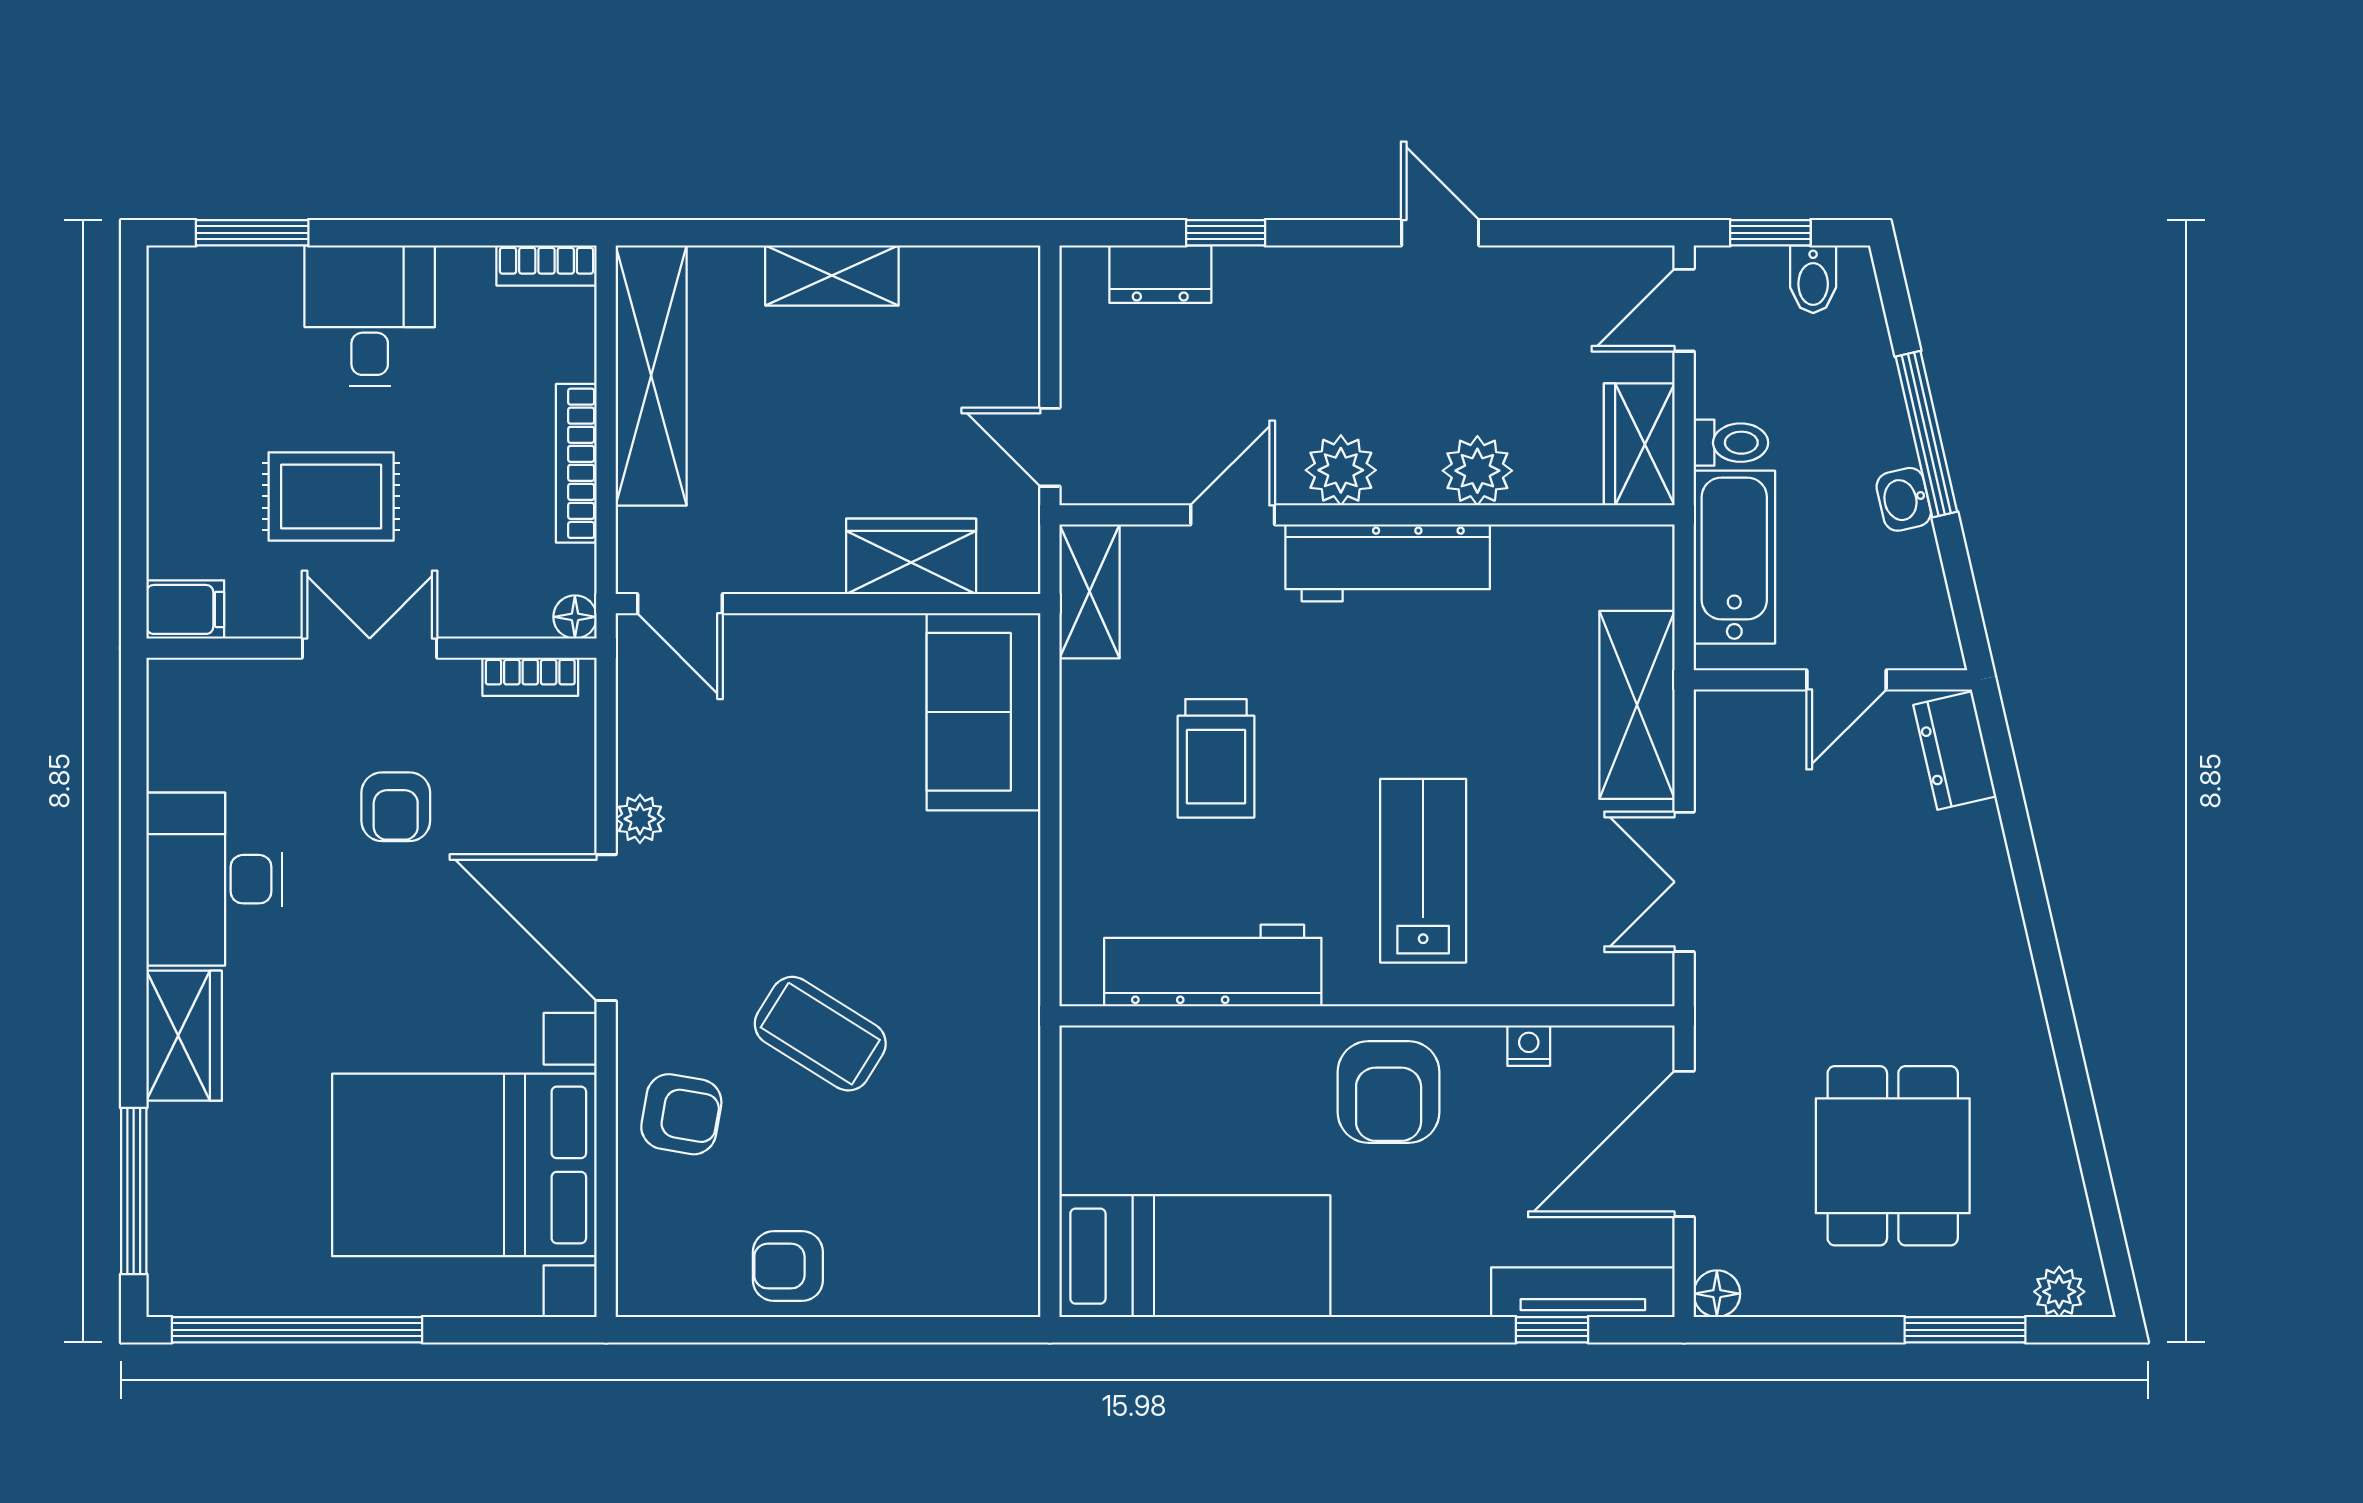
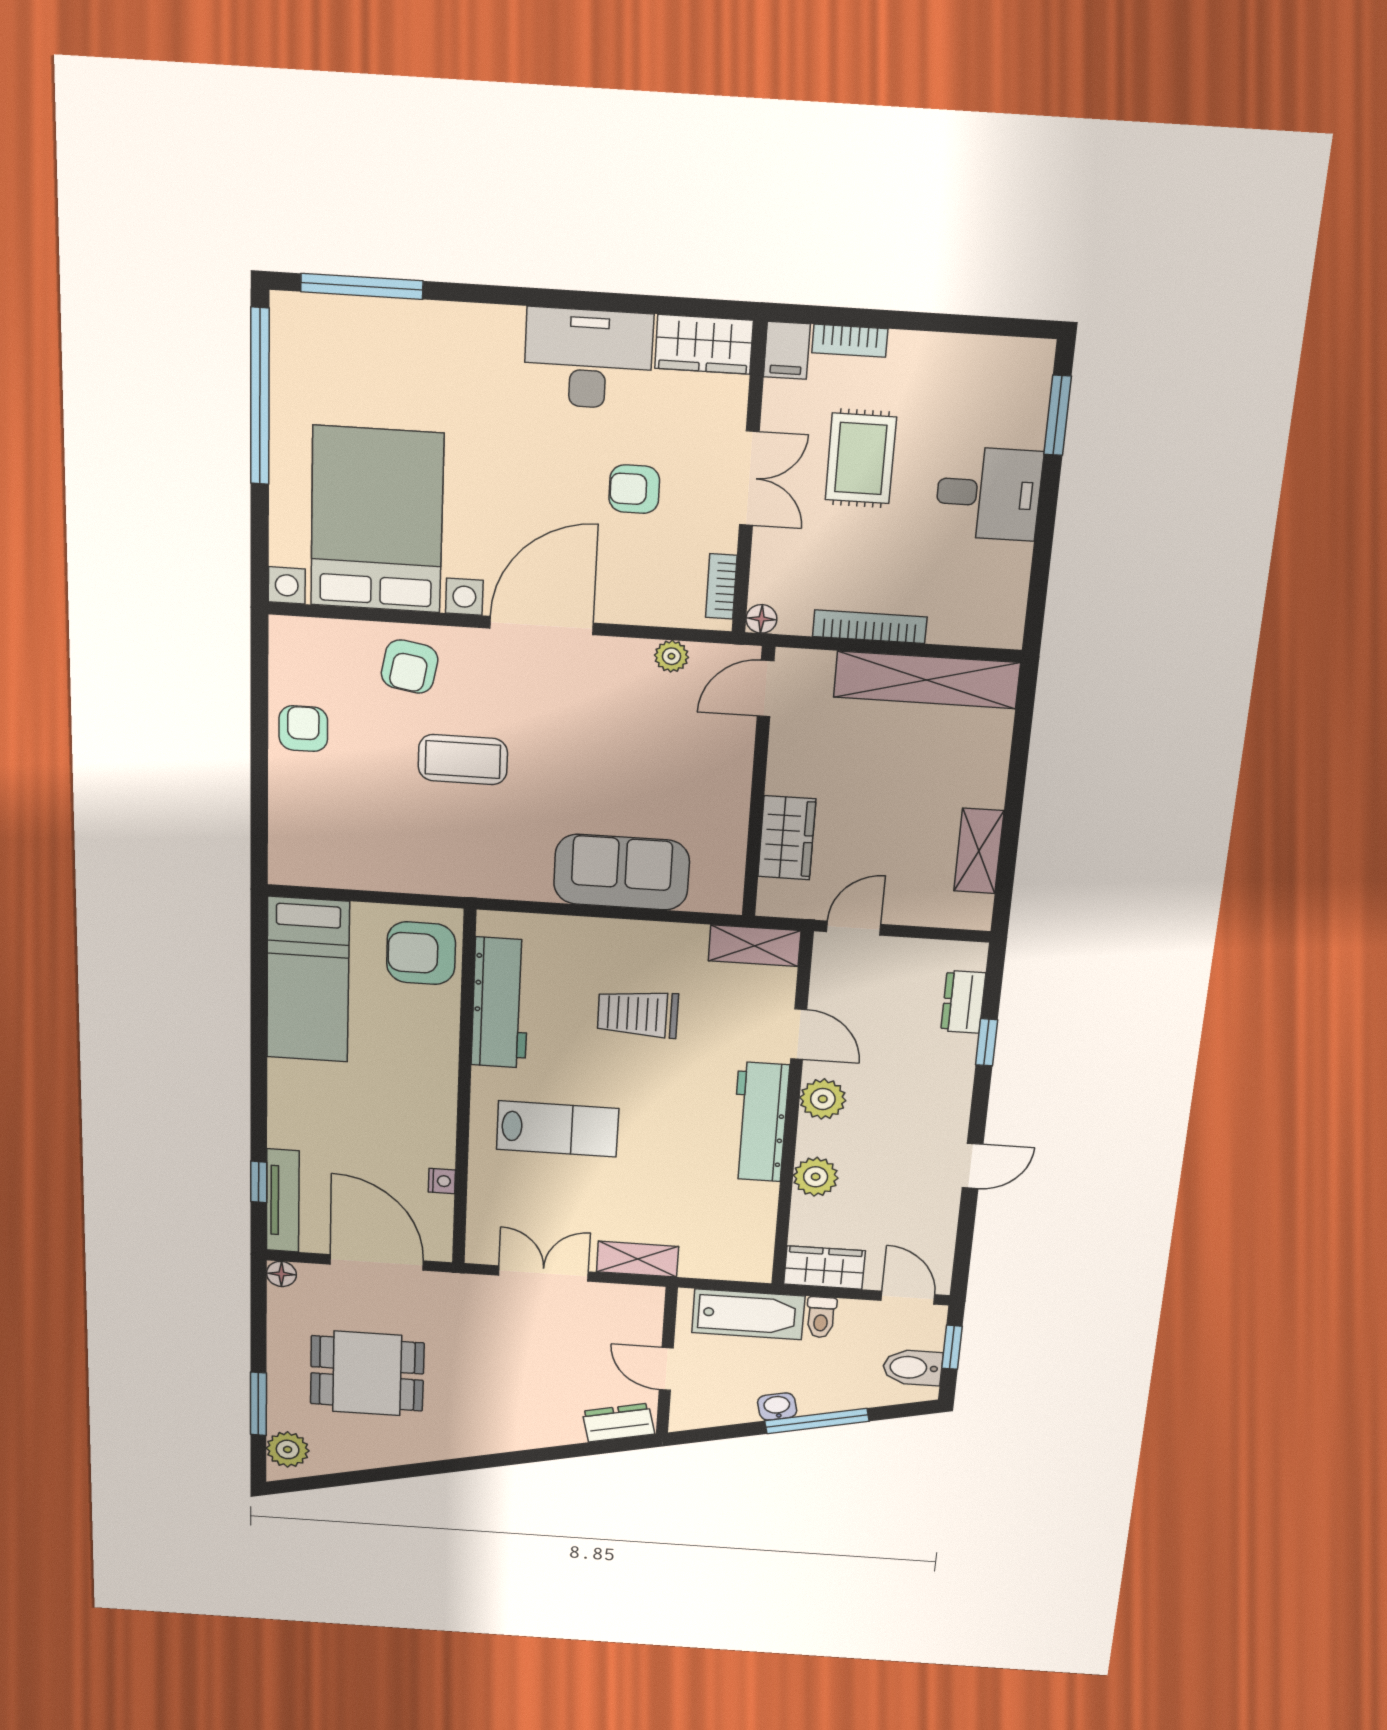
bookcase: (546, 266) -> (850, 341), moved, turned -90
shelving: (832, 275) -> (979, 851), moved
bidet: (1813, 279) -> (912, 1368), width x1.38, depth x1.36
shelving: (1637, 705) -> (637, 1259), width x0.67, depth x0.75
sofa: (983, 712) -> (622, 872), moved
plant: (640, 819) -> (671, 656), moved
coffee table: (820, 1034) -> (463, 760), turned 58
wardrobe: (184, 1036) -> (704, 344), moved
armchair: (1389, 1092) -> (421, 953), moved
plant: (2059, 1292) -> (288, 1449), width x1.38, depth x1.38

